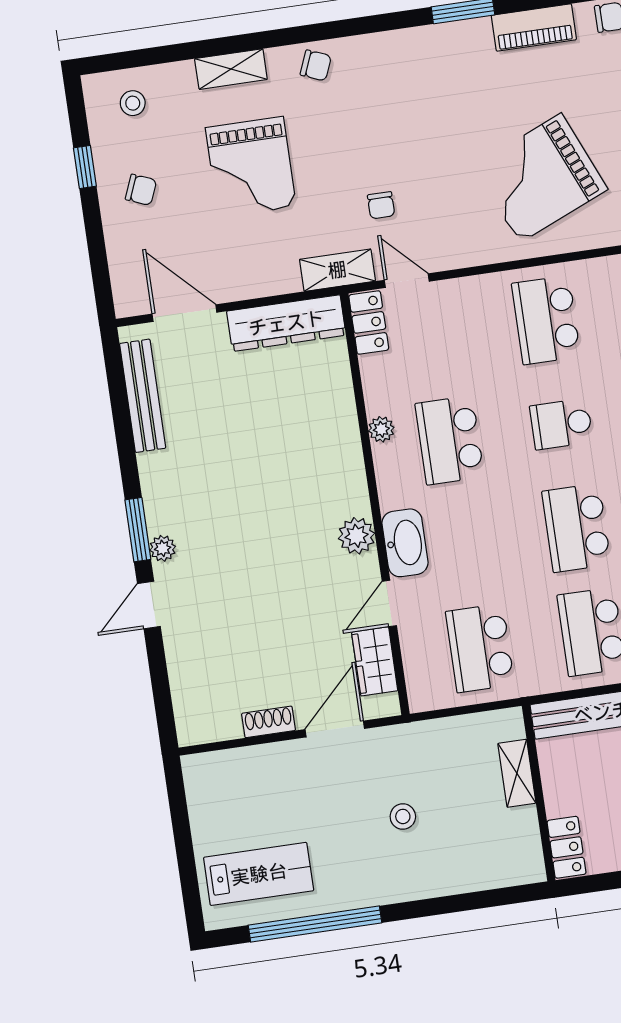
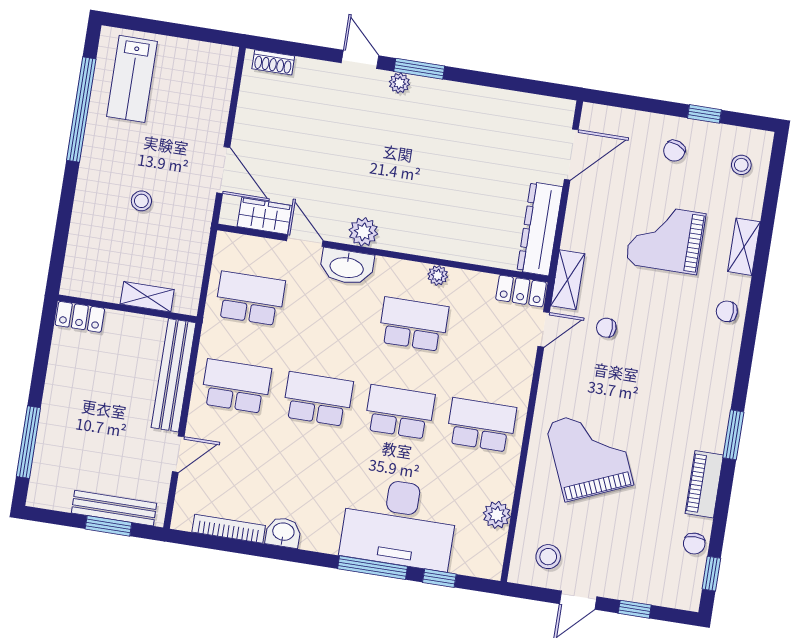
chair: (316, 65) -> (727, 311), turned 68
bench: (143, 396) -> (519, 104), removed
school desk: (561, 424) -> (400, 412), width x1.85
shoe rack: (269, 722) -> (273, 62), moved, turned 90

